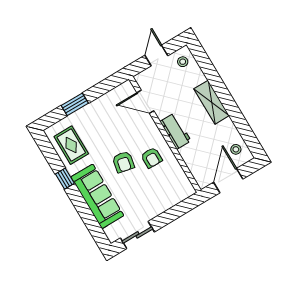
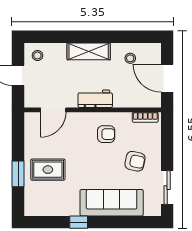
rug: (71, 145) -> (48, 170), moved
stool: (236, 149) -> (130, 58), moved
armchair: (123, 162) -> (135, 161), moved
bookcase: (185, 182) -> (145, 117), added

